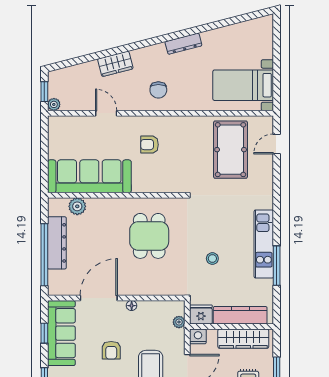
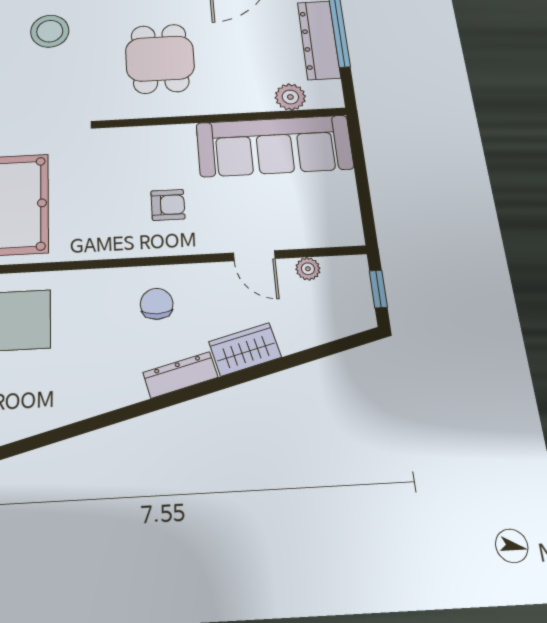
dresser: (183, 44) -> (180, 375), moved
plant: (54, 104) -> (308, 269), moved
stool: (212, 259) -> (50, 31), width x1.89, depth x1.89

